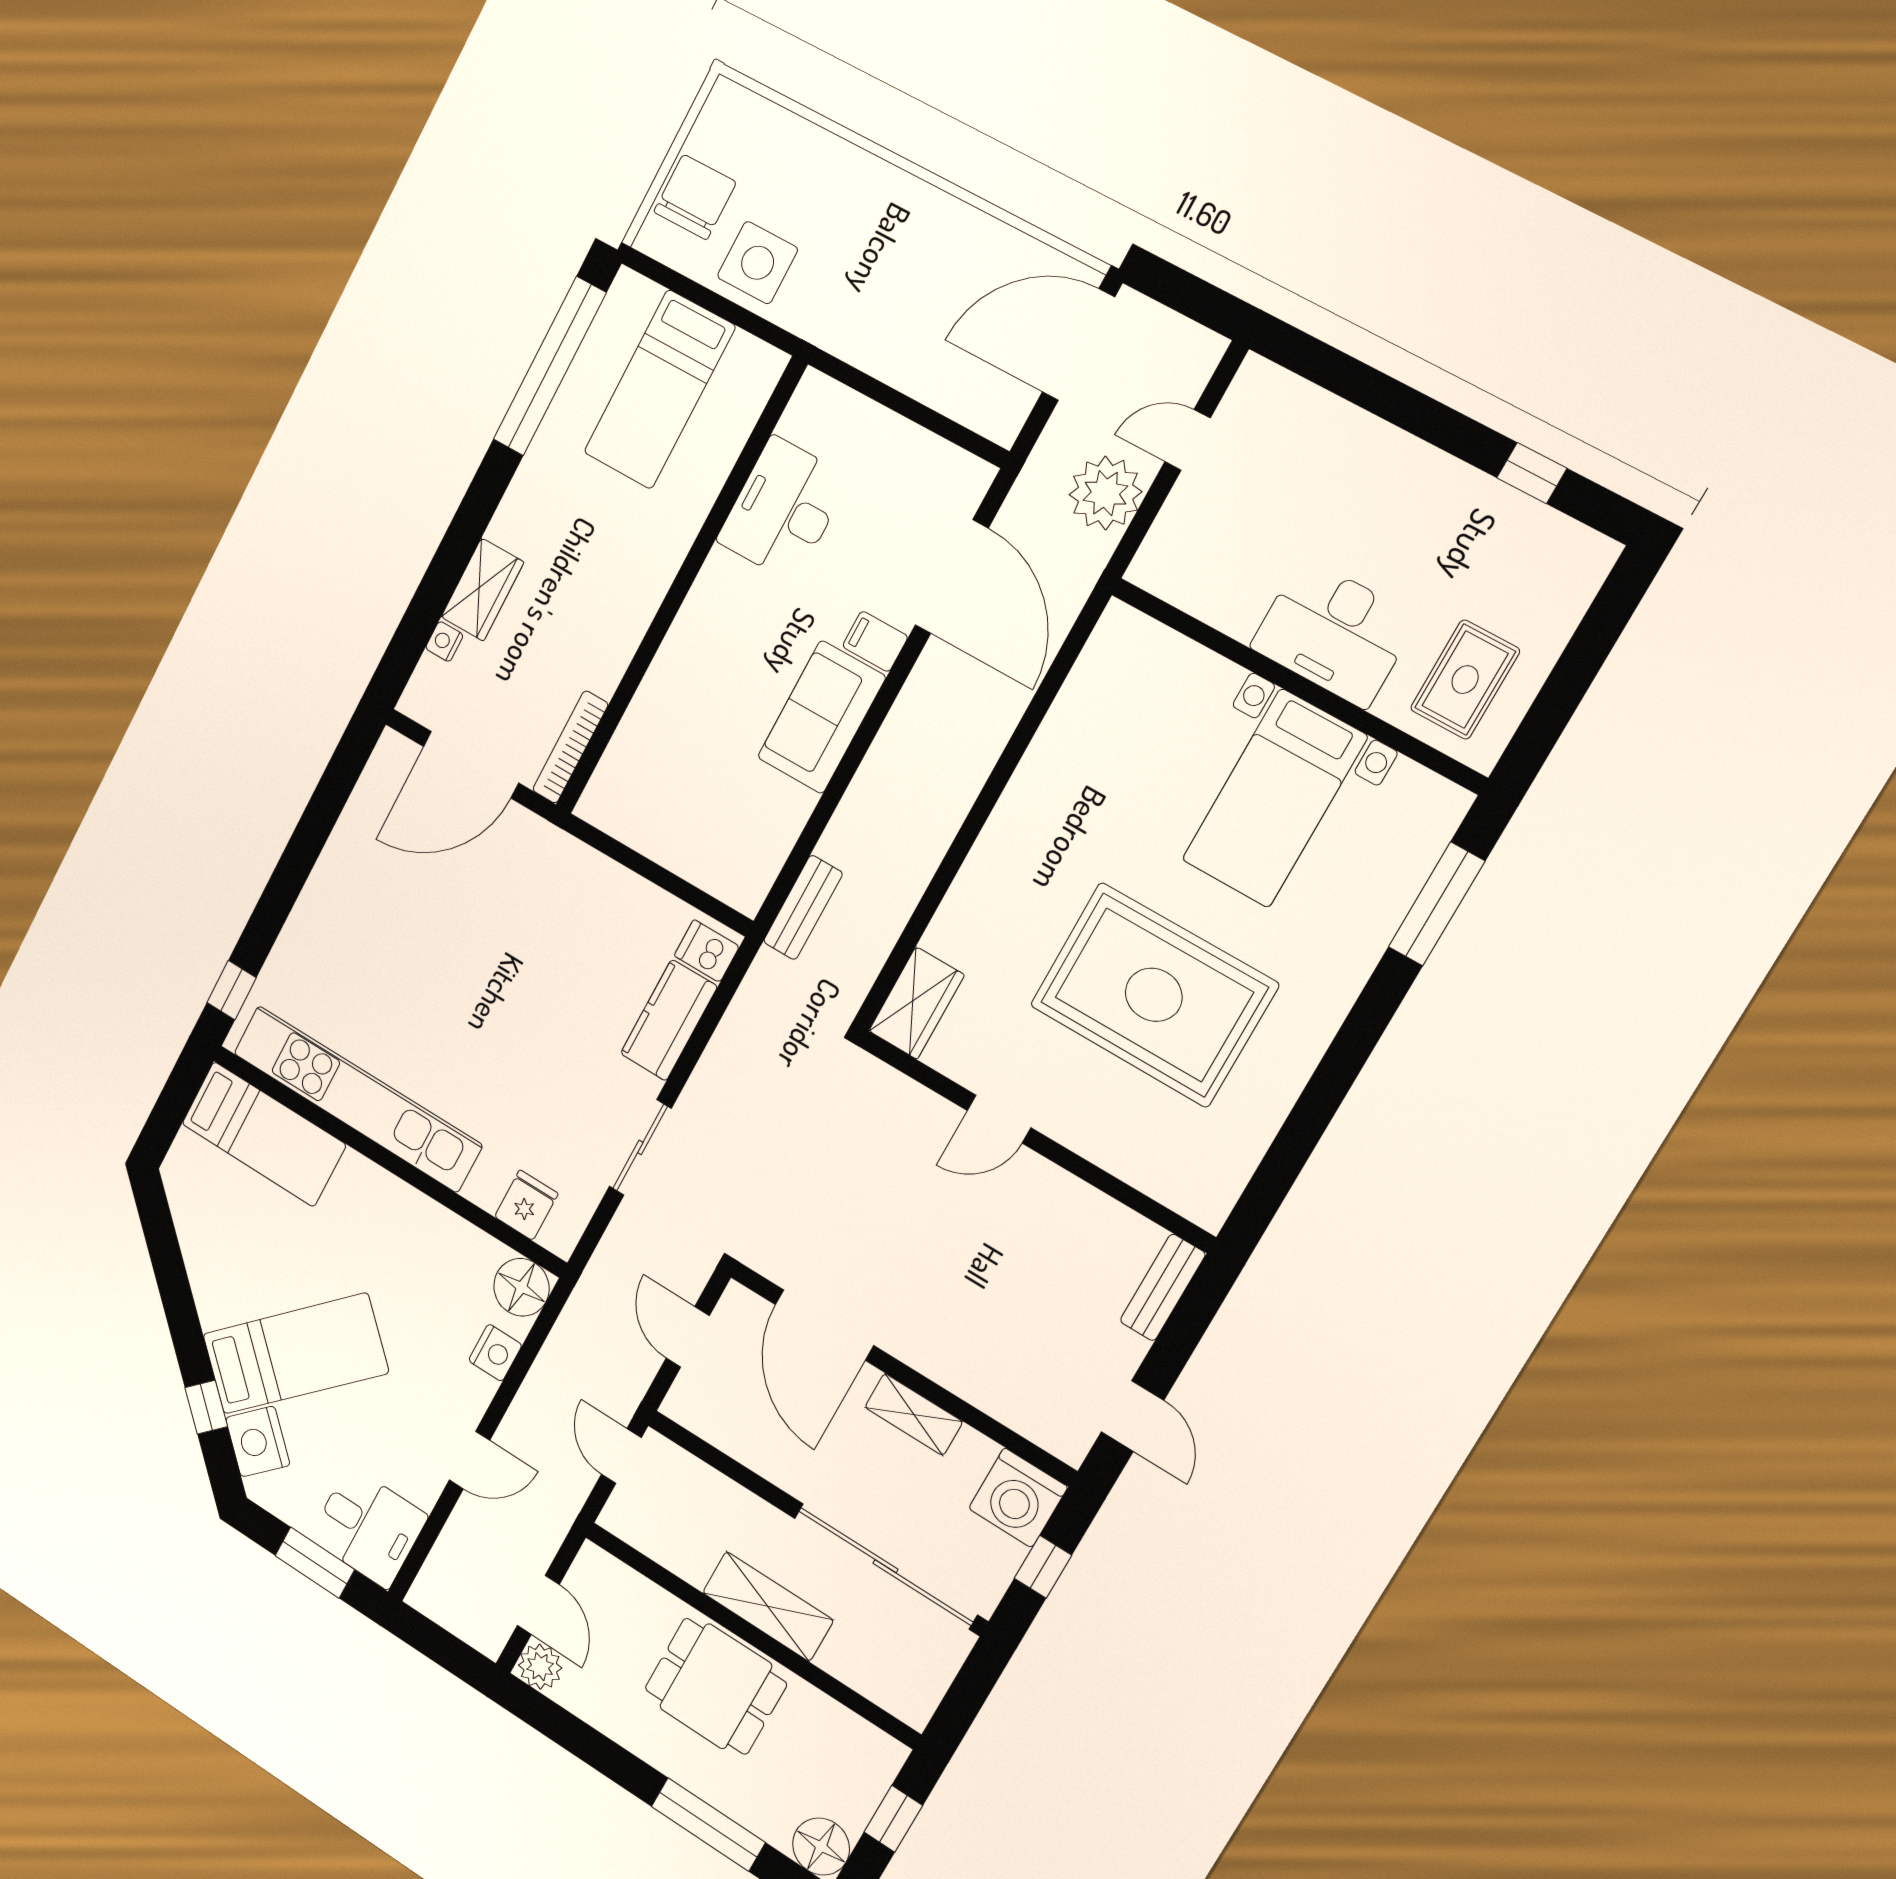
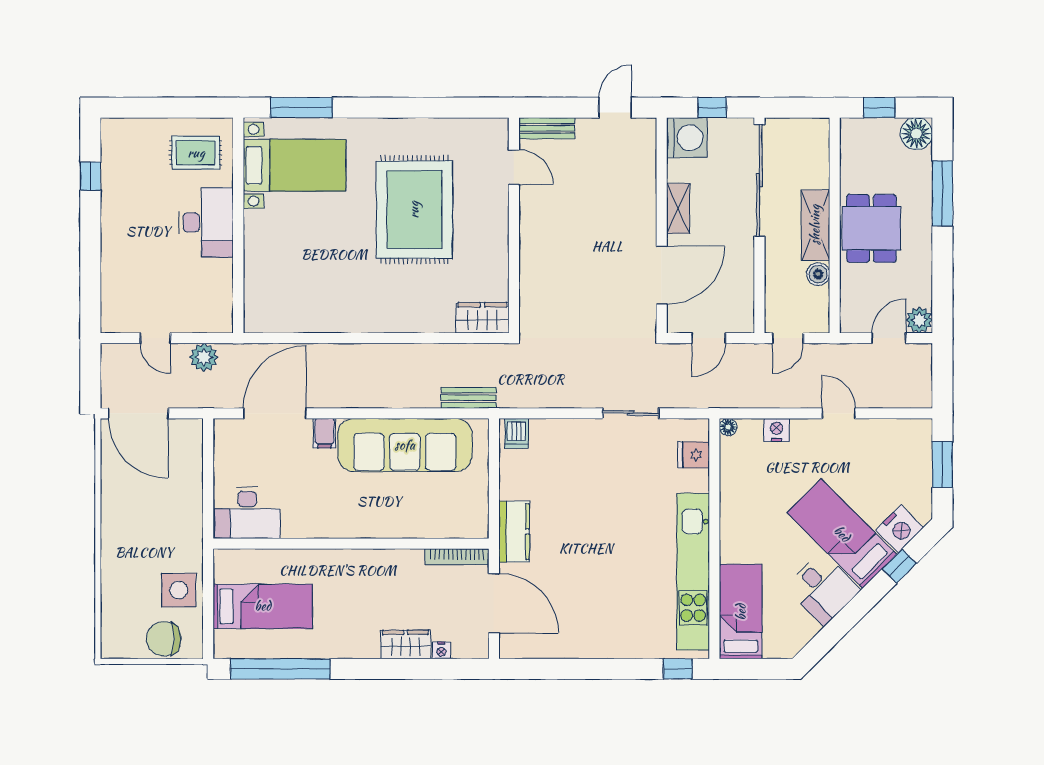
plant: (1105, 493) -> (204, 357), width x0.73, depth x0.73
desk: (783, 509) -> (247, 513), moved
sofa: (822, 717) -> (405, 445), width x1.85, depth x1.27
bed with nightstands: (1275, 798) -> (294, 165), moved
kitchen counter: (669, 1020) -> (514, 532), moved, turned -90
door: (999, 1119) -> (514, 167), moved
floor lamp: (521, 1287) -> (728, 427), width x0.53, depth x0.53
desk: (368, 1527) -> (823, 588), moved, turned 135
boiler: (692, 1563) -> (818, 274), added

